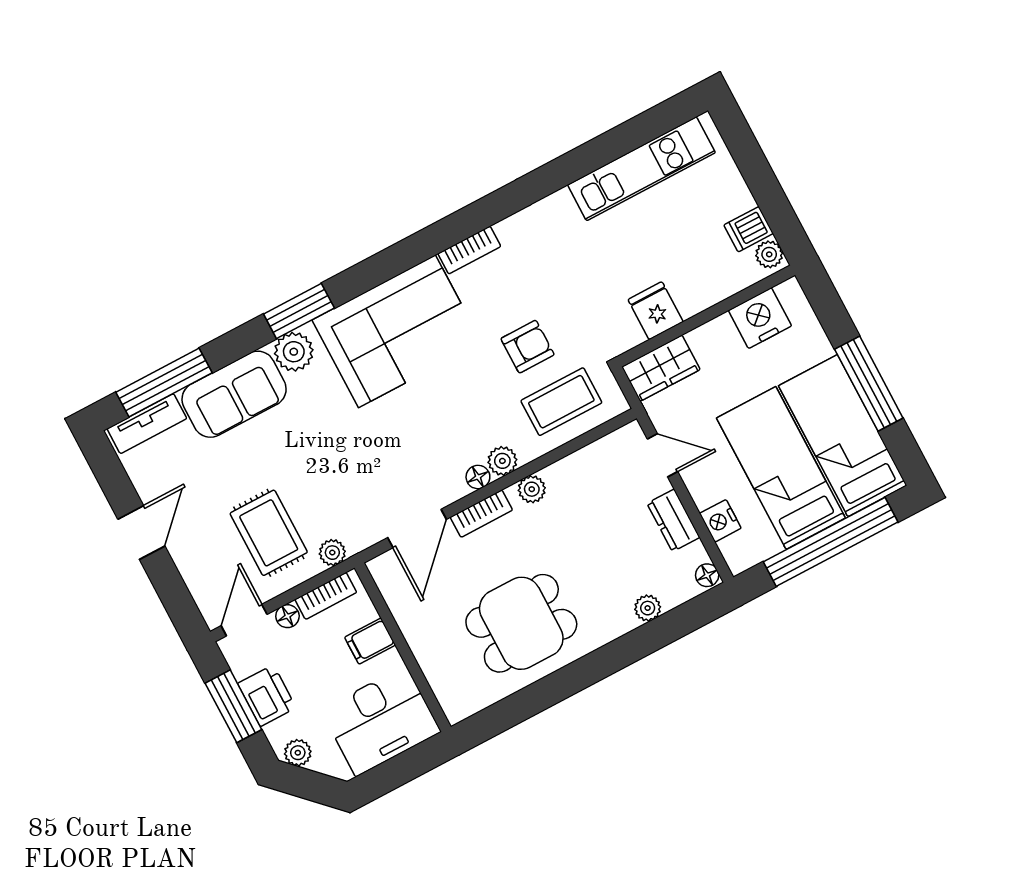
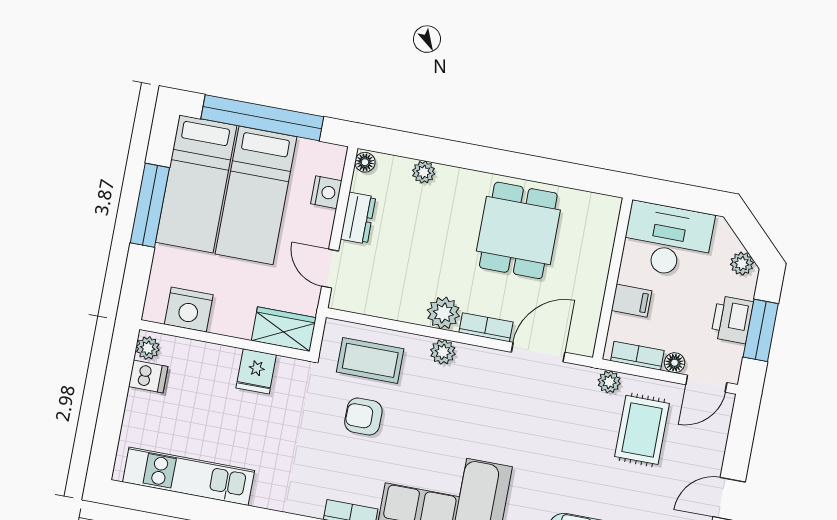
floor lamp: (478, 477) -> (468, 354), removed
plant: (532, 489) -> (443, 313), width x1.38, depth x1.38
dining table: (521, 623) -> (518, 230), turned 90

